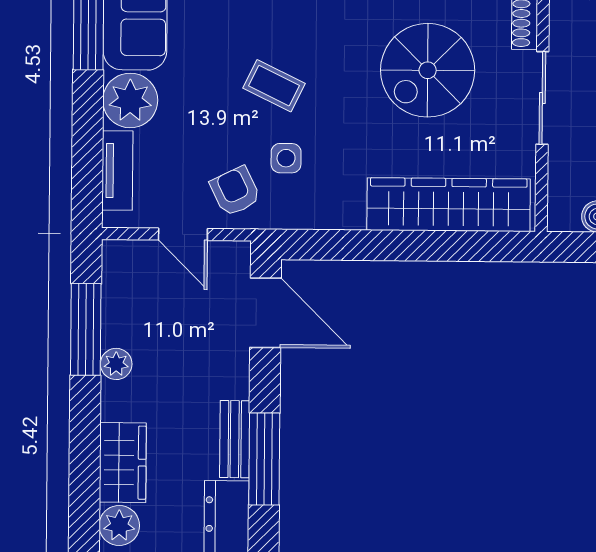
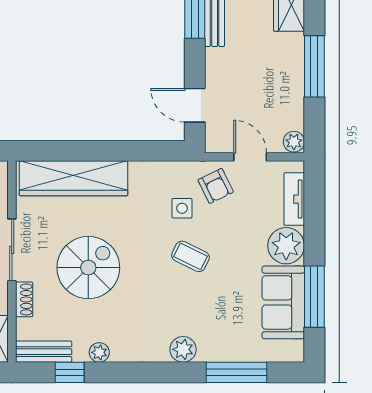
door: (266, 313) -> (195, 105), width x0.73
window: (86, 329) -> (314, 66), moved
plant: (116, 364) -> (294, 142), moved

